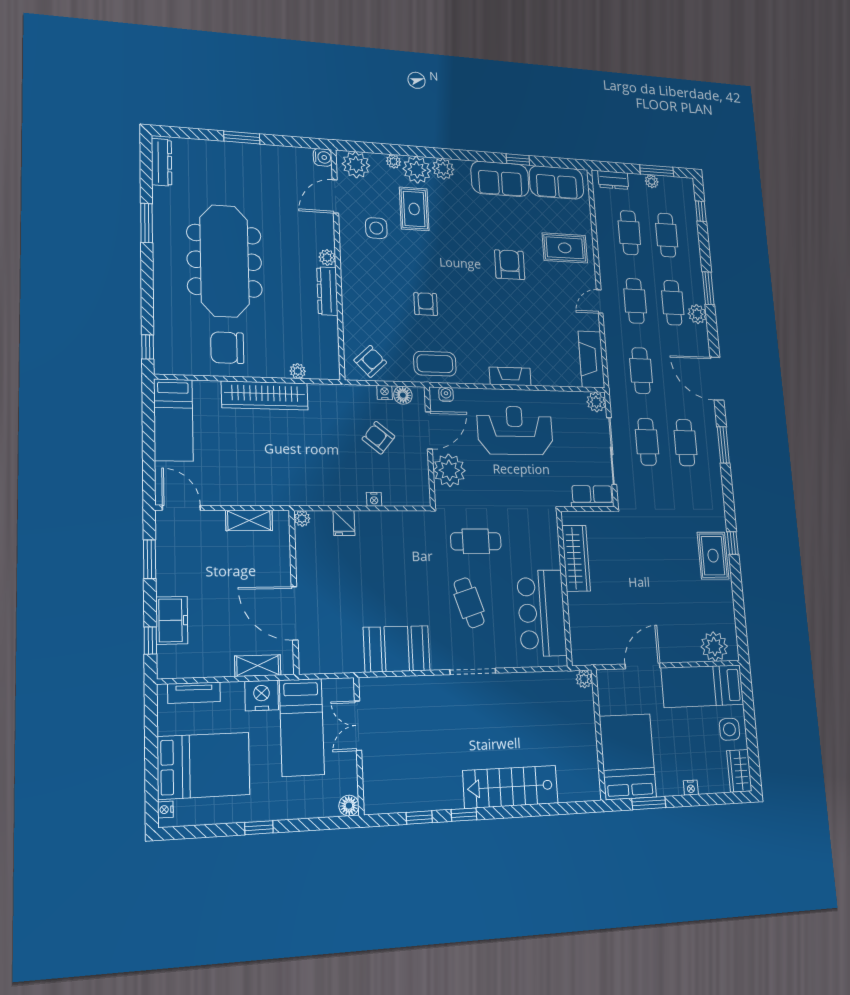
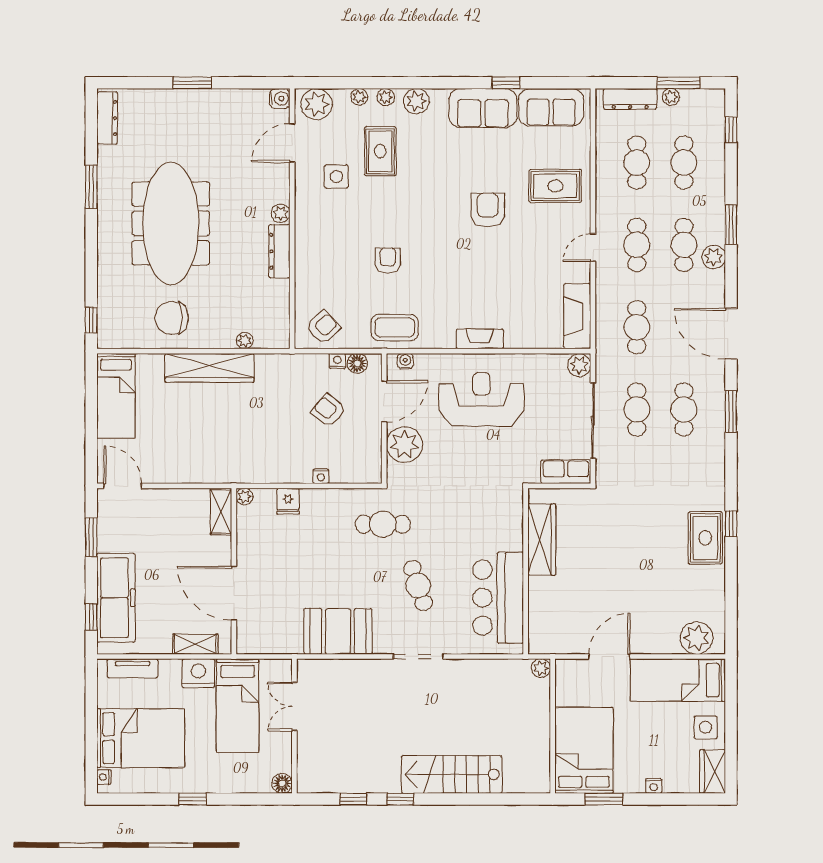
plant: (417, 170) -> (386, 97), width x0.53, depth x0.53
dresser: (613, 180) -> (630, 99), width x1.44
shelving: (249, 520) -> (221, 512), moved, turned 90
cafe table: (476, 541) -> (383, 524), moved
freezer: (172, 620) -> (116, 598), width x1.91, depth x1.26

